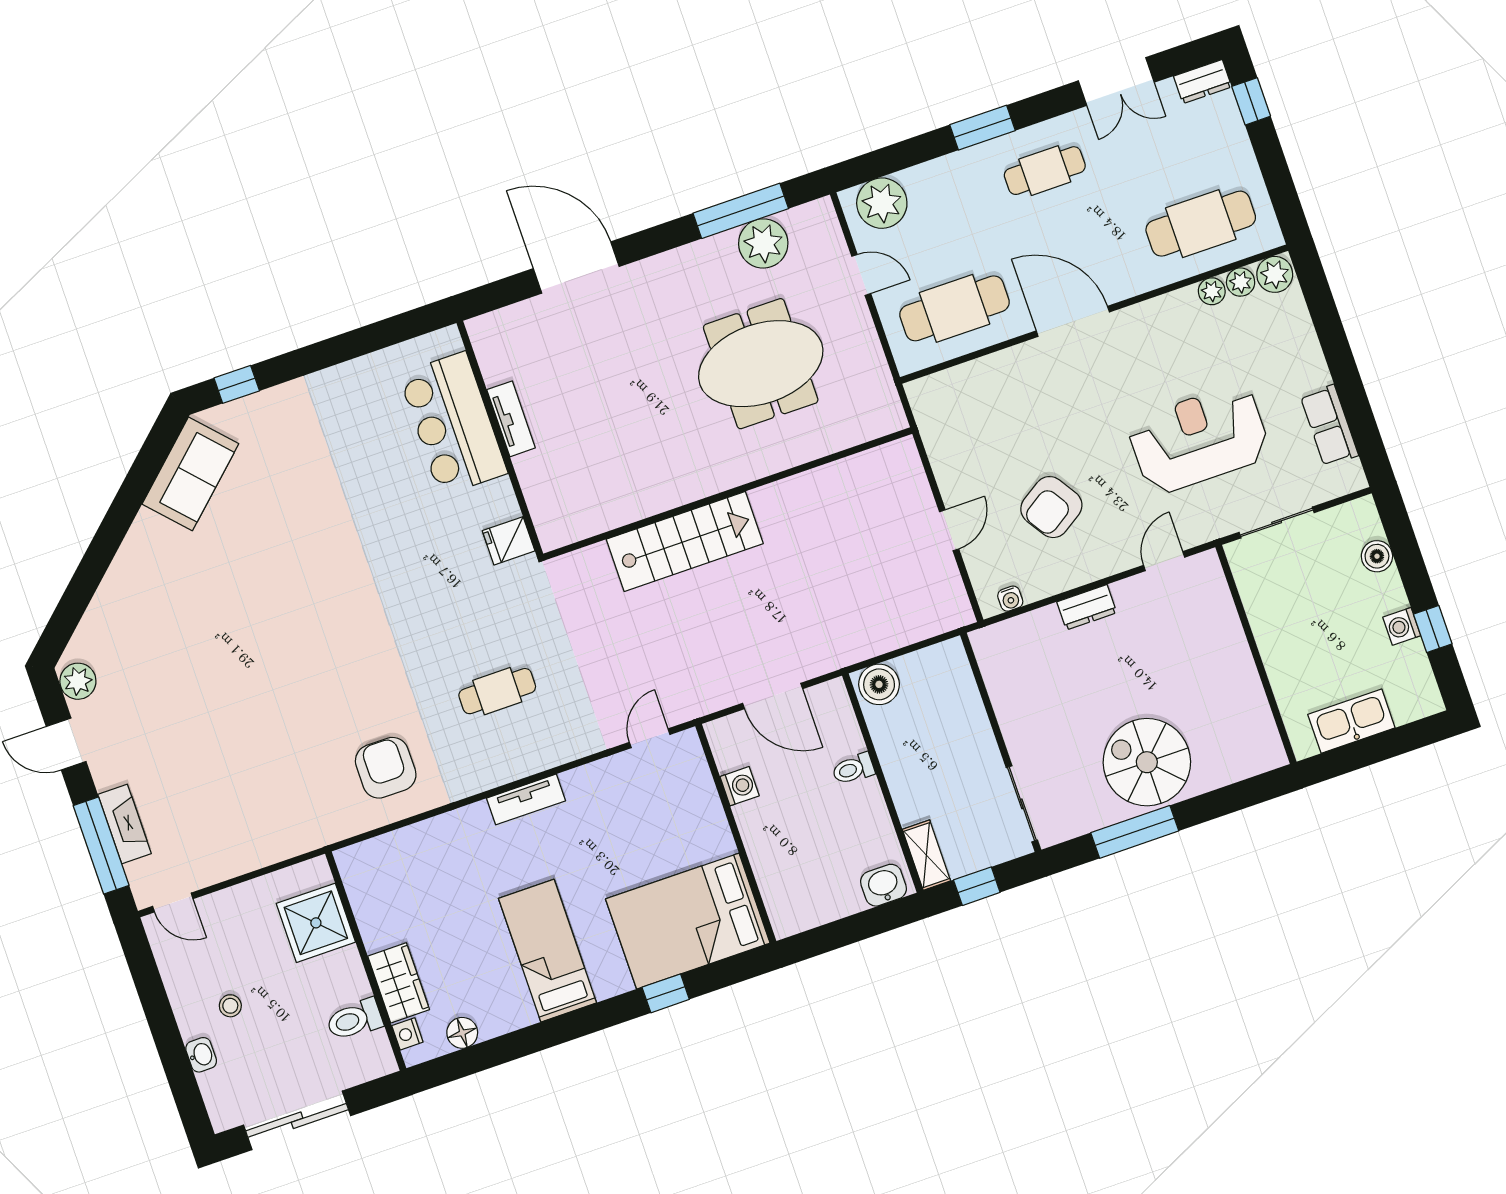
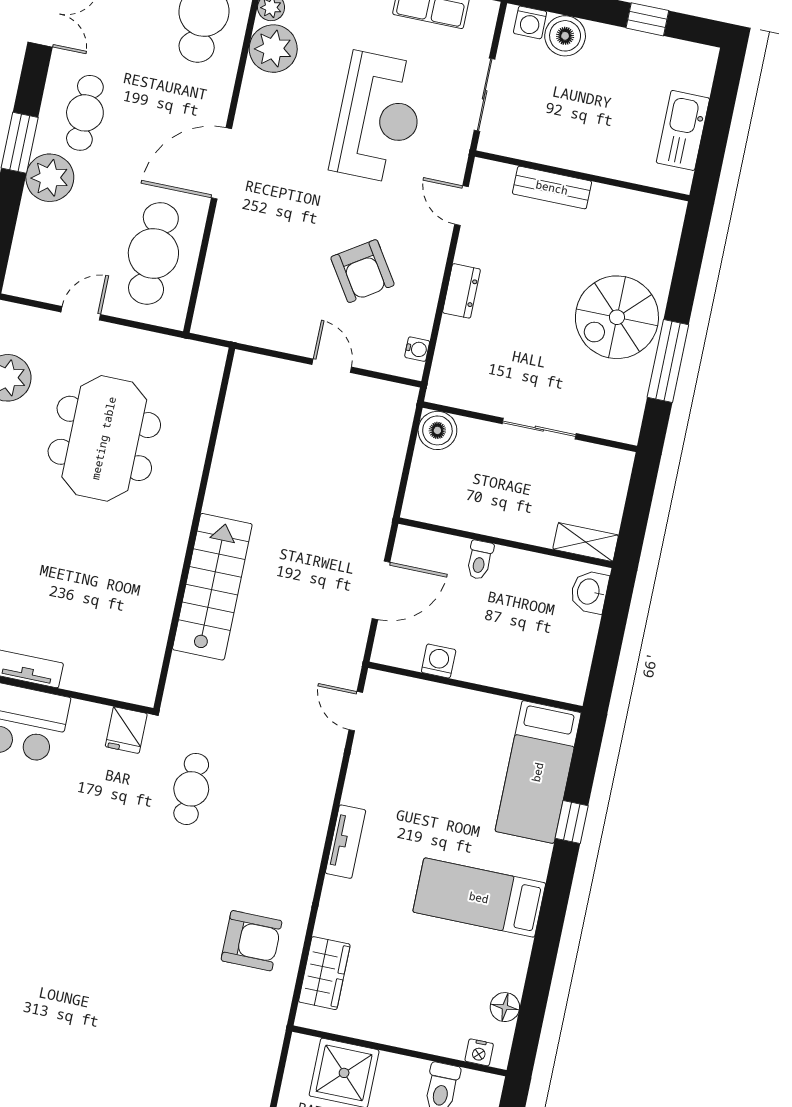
plant: (882, 203) -> (50, 178), moved
plant: (1212, 291) -> (273, 49), width x1.87, depth x1.87
reception desk: (1199, 439) -> (379, 118), turned 180
boiler: (1377, 556) -> (565, 36), width x1.36, depth x1.36
washing machine: (1402, 626) -> (530, 22), moved
bench: (1229, 633) -> (552, 188), added
boiler: (879, 684) -> (437, 430), moved
cafe table: (497, 691) -> (191, 789), moved
armchair: (386, 768) -> (252, 941), turned 180
sliding door: (1022, 804) -> (539, 429), moved
window: (977, 886) -> (635, 516), removed
bed: (688, 921) -> (538, 772), width x0.67
wardrobe: (399, 983) -> (324, 973), moved, turned 90

